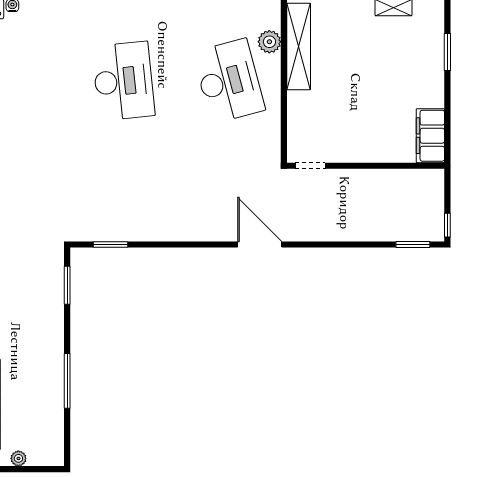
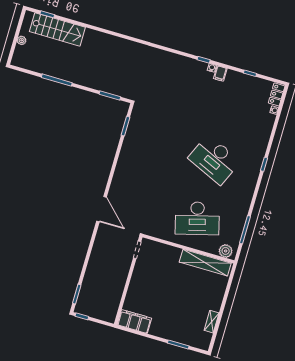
plant: (269, 42) -> (226, 251), moved
desk: (123, 81) -> (214, 160), turned 30
door: (260, 245) -> (101, 209), hinge flipped

